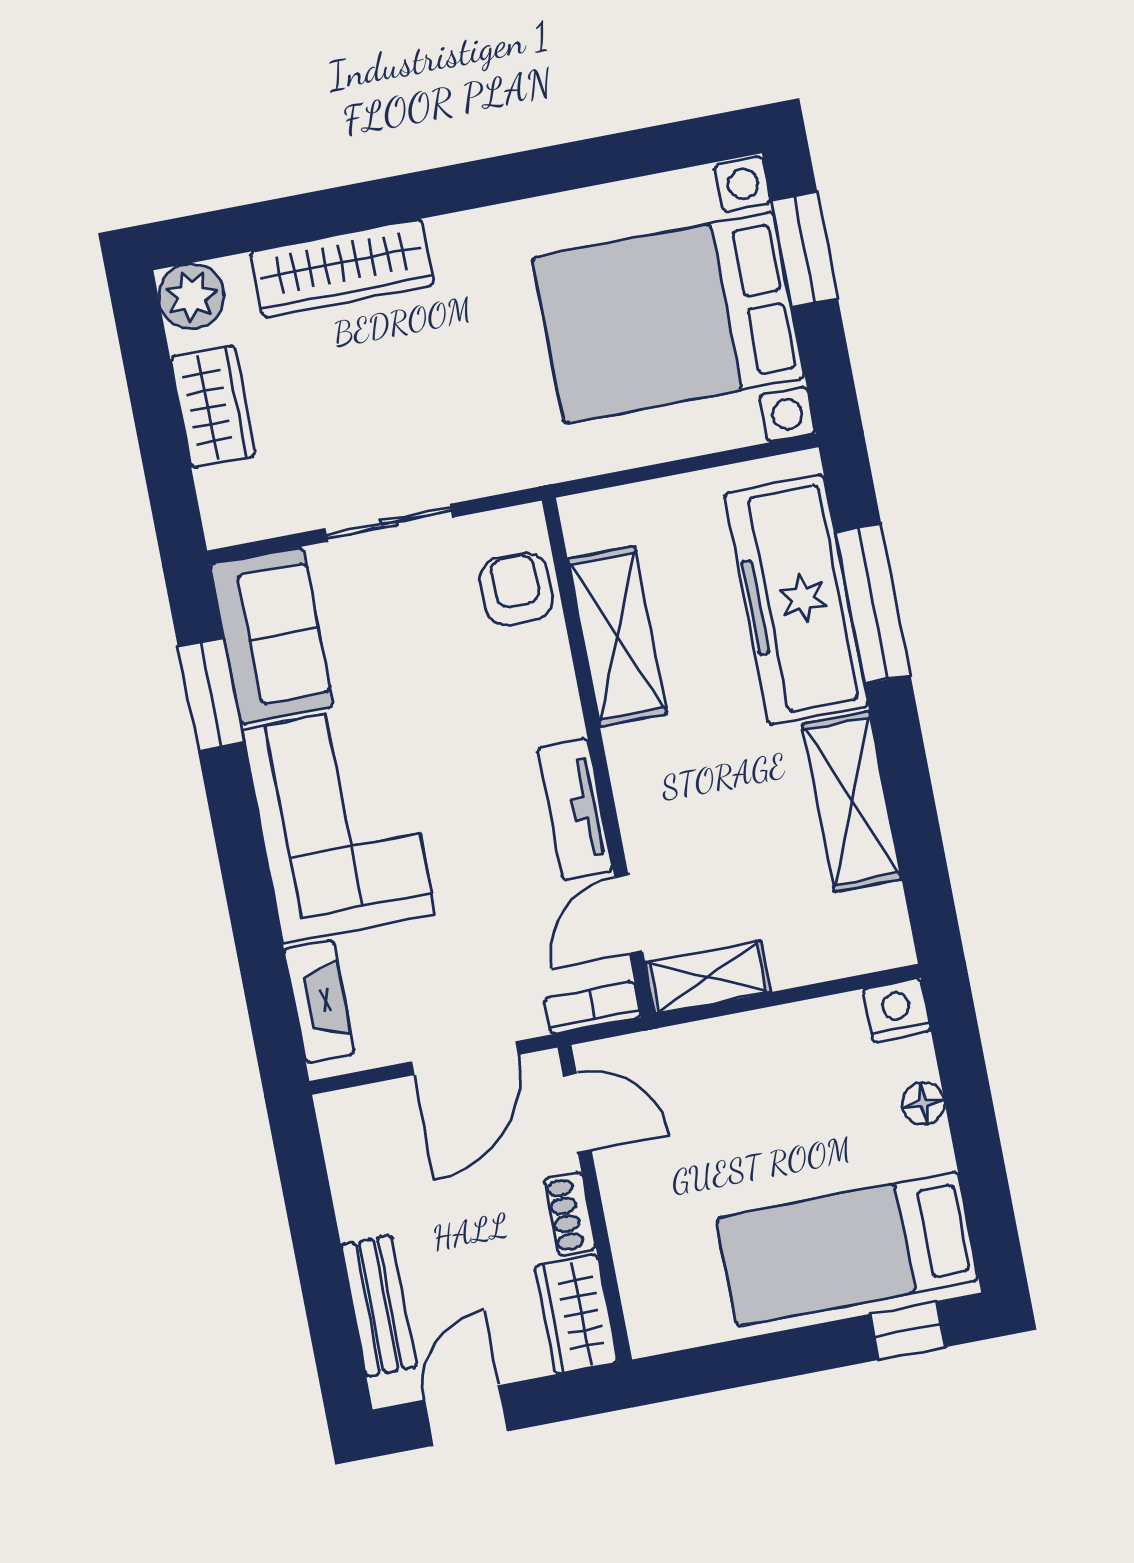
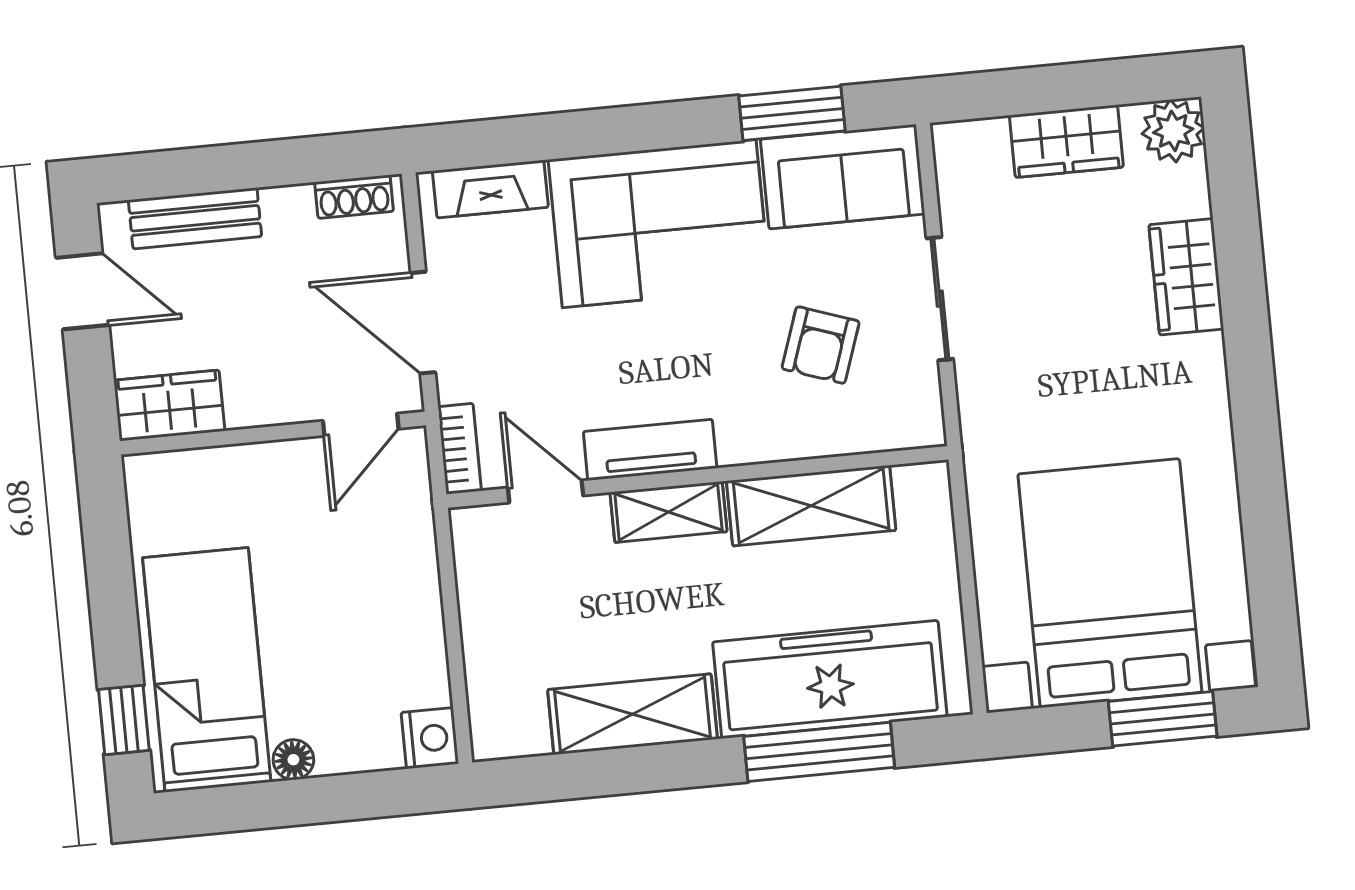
wardrobe: (342, 268) -> (1186, 277), width x0.67
armchair: (517, 589) -> (821, 345), moved, turned 109
shelving: (708, 977) -> (668, 512), moved, turned 90
floor lamp: (923, 1103) -> (293, 760), moved
shoe rack: (570, 1214) -> (354, 197), moved, turned 180

